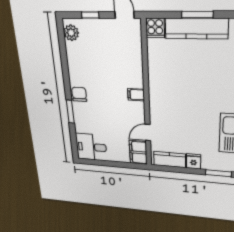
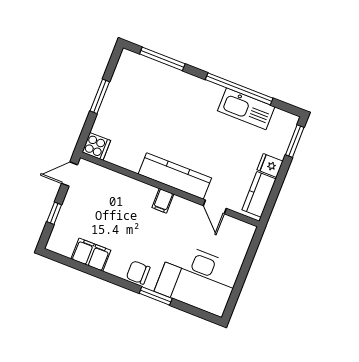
kitchen counter: (196, 29) -> (175, 176), moved, turned -90
plant: (71, 33) -> (64, 246), removed
desk: (91, 147) -> (198, 279), width x1.87, depth x1.30
filing cabinet: (138, 152) -> (91, 255), moved, turned 180

